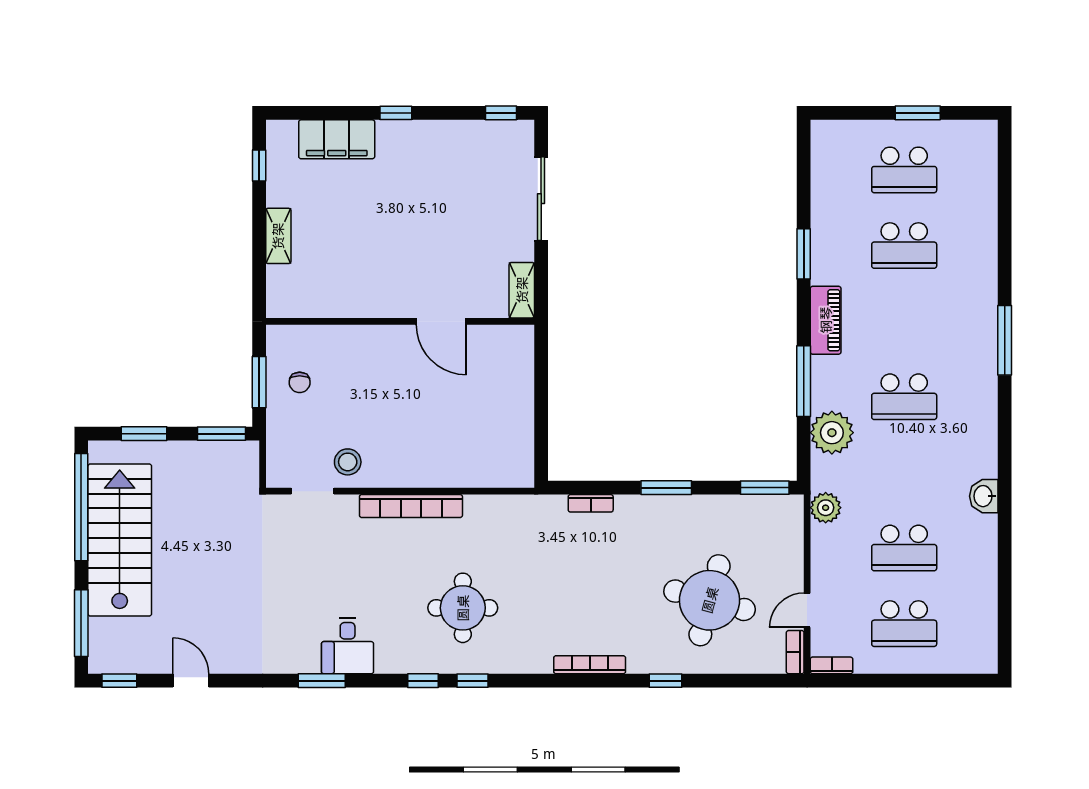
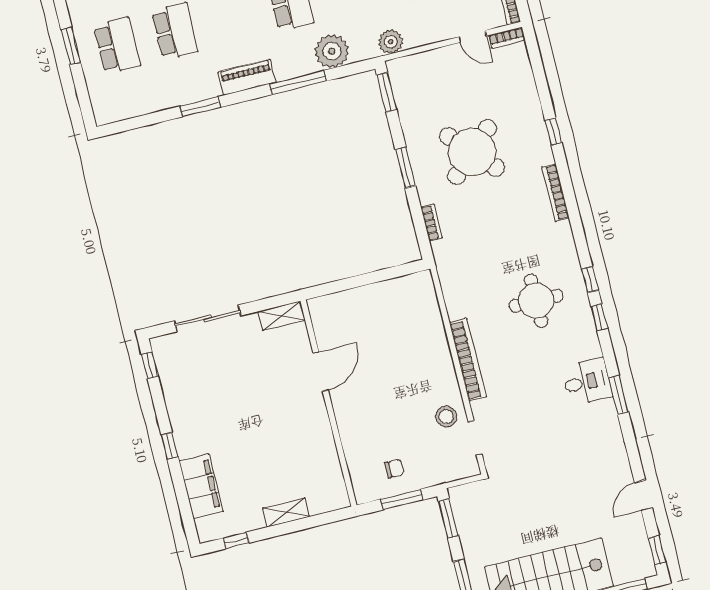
round table: (710, 600) -> (472, 152), moved, turned 32

